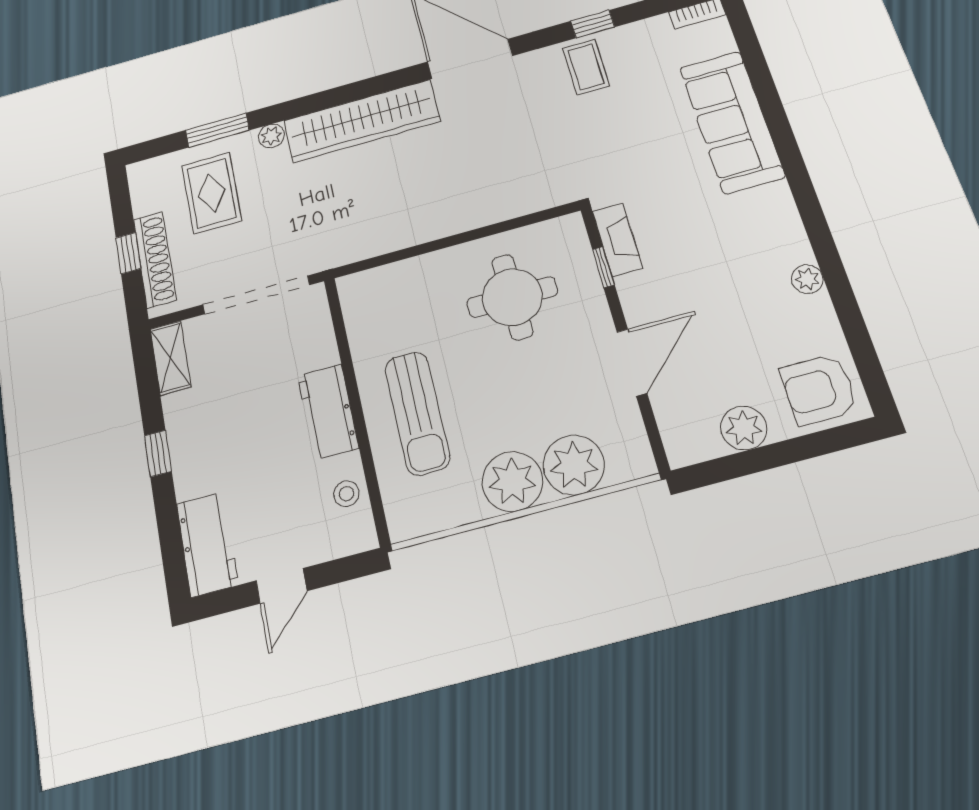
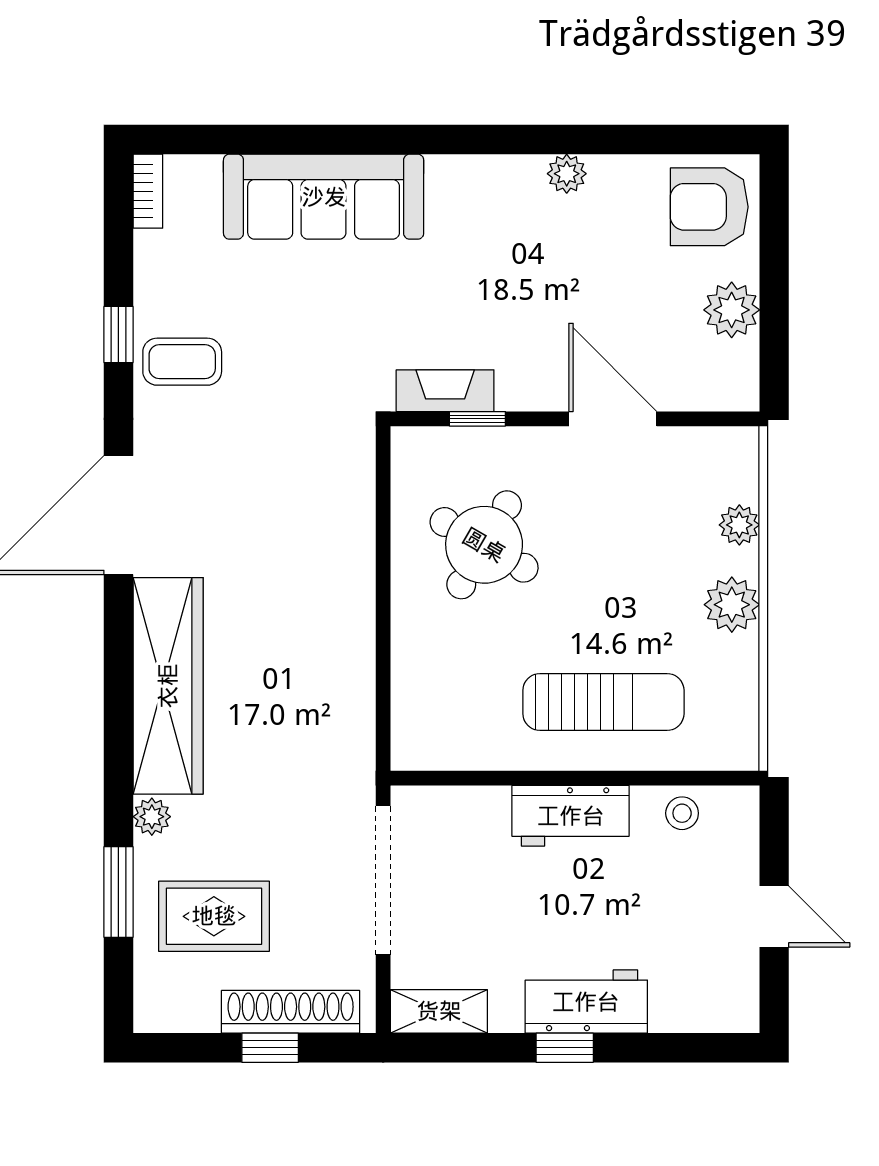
round table: (512, 297) -> (484, 545), turned 30
armchair: (819, 389) -> (709, 207), turned 90
plant: (574, 465) -> (739, 525), width x0.53, depth x0.53
plant: (512, 481) -> (732, 605), width x0.73, depth x0.73
workbench: (207, 544) -> (586, 1002), moved

